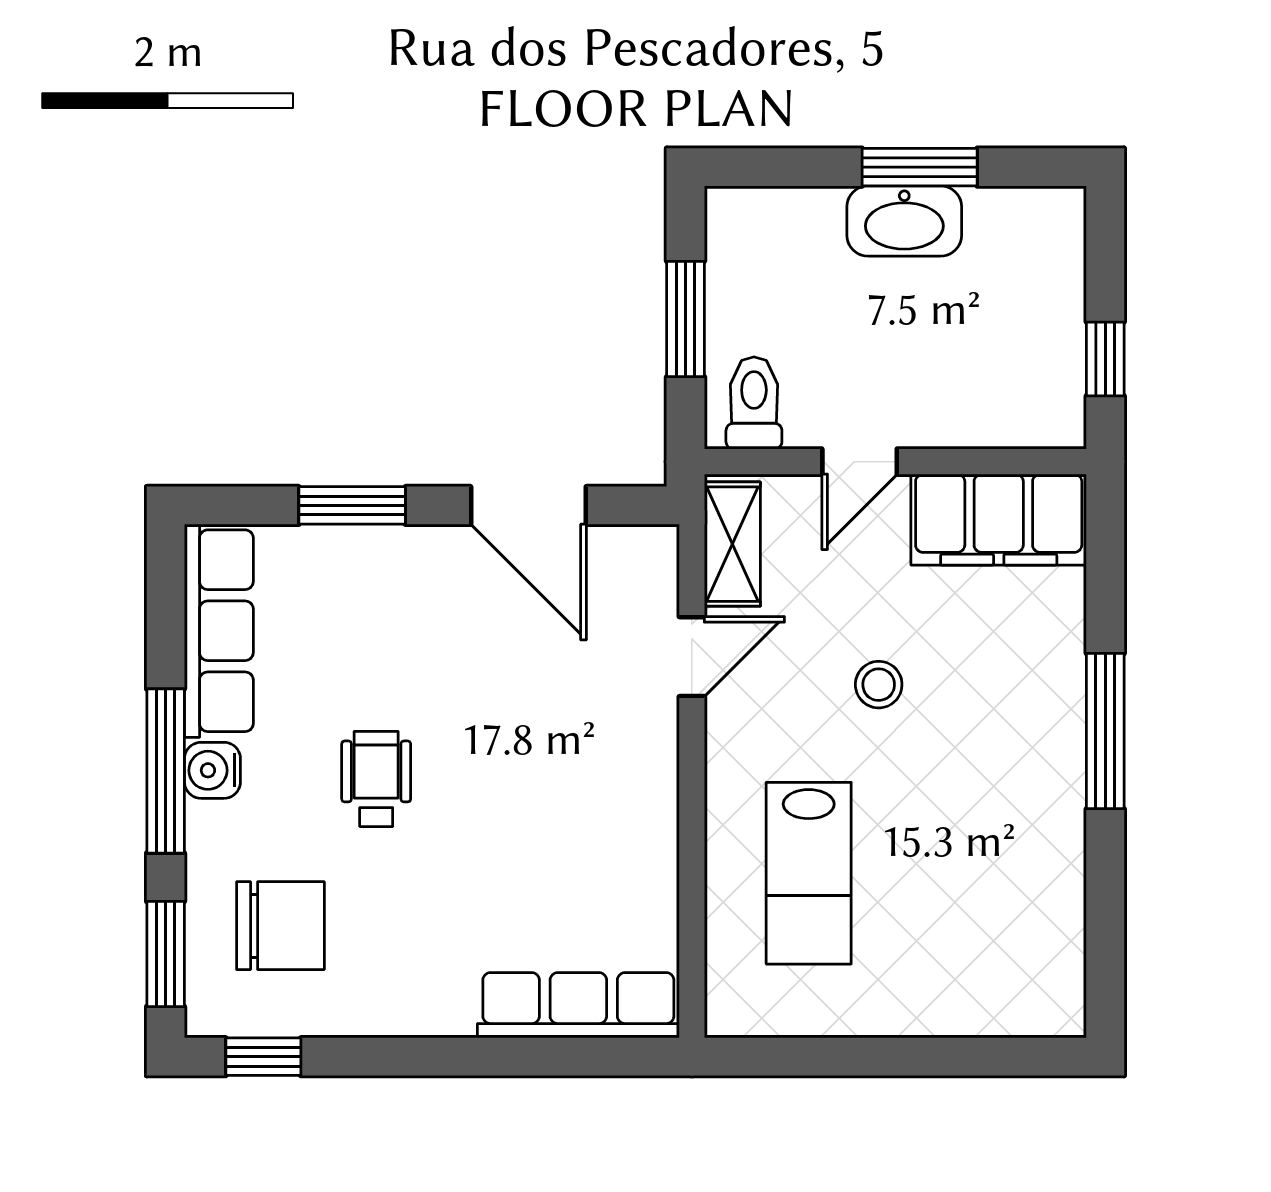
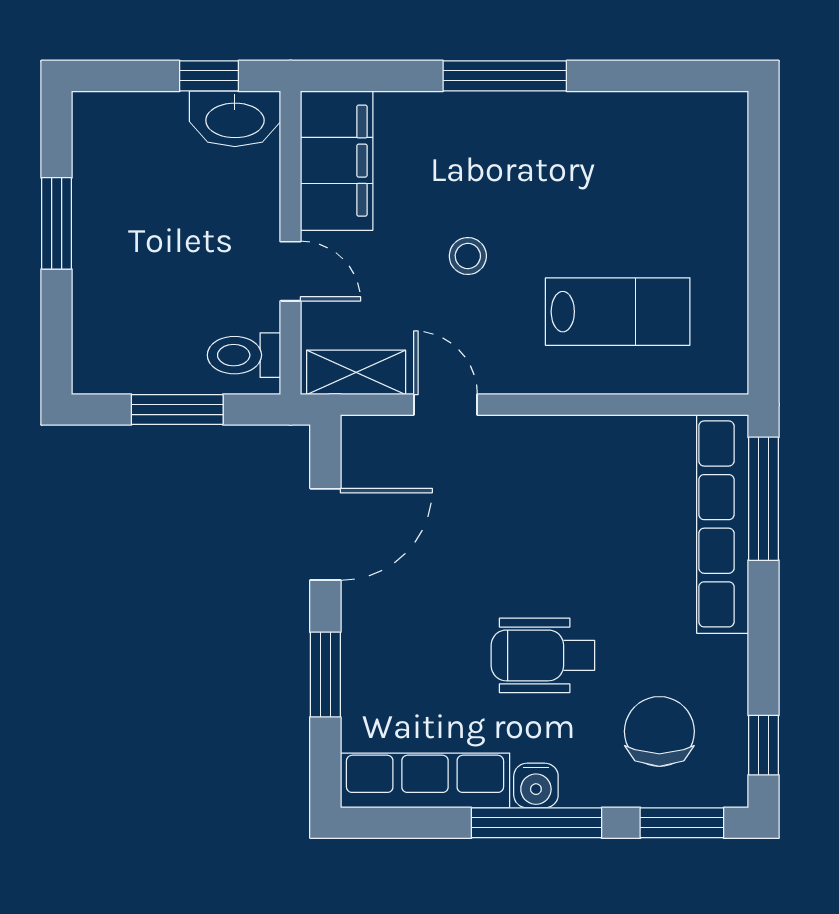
washbasin: (904, 221) -> (235, 119), moved, turned 90
wheelchair: (376, 779) -> (543, 655), width x1.36, depth x1.37
row of seats: (578, 1005) -> (723, 524), width x1.36
window: (573, 1057) -> (764, 499), added

